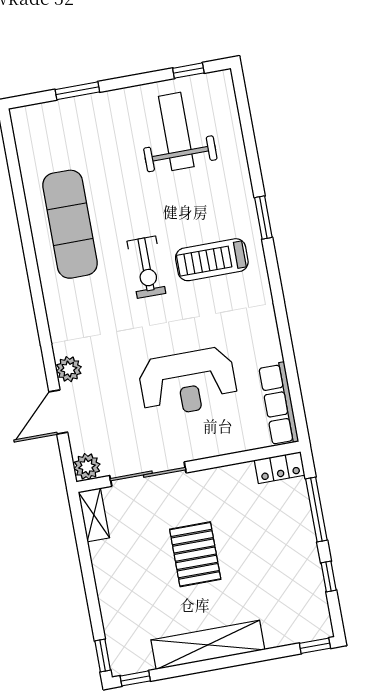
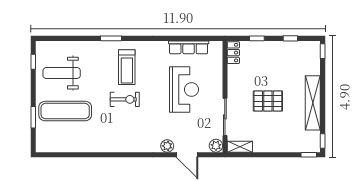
exercise mat: (70, 224) -> (65, 111), moved
row of seats: (279, 404) -> (189, 47), moved
window: (316, 510) -> (257, 38), width x0.46

